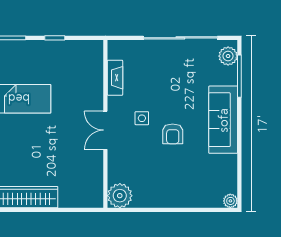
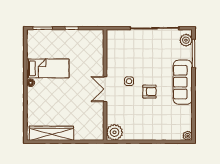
fireplace: (115, 78) -> (111, 54), removed
armchair: (173, 134) -> (149, 92), turned -90

